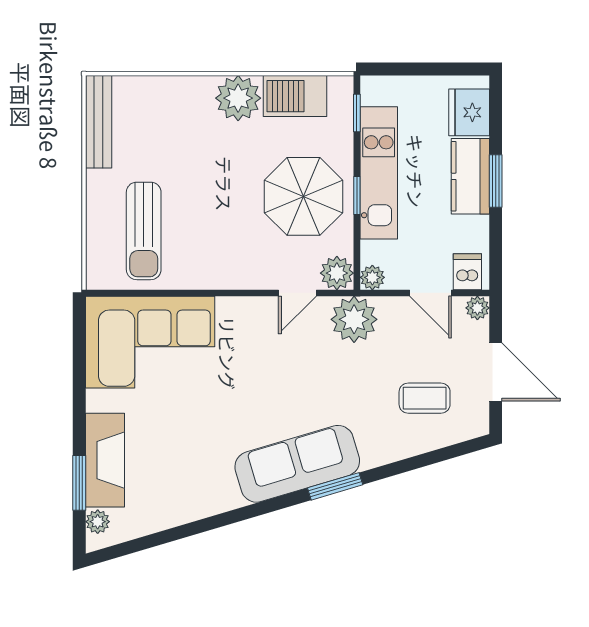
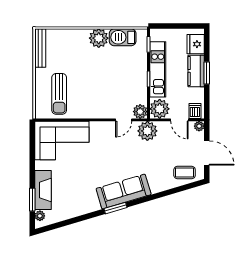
parasol: (303, 196) -> (126, 79), removed
plant: (372, 277) -> (160, 109), width x1.87, depth x1.87
coffee table: (425, 398) -> (185, 173), moved
window: (335, 486) -> (116, 208), moved

